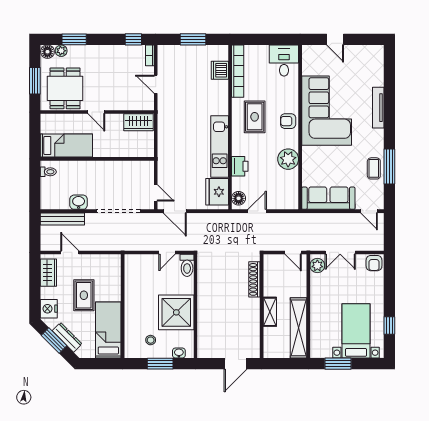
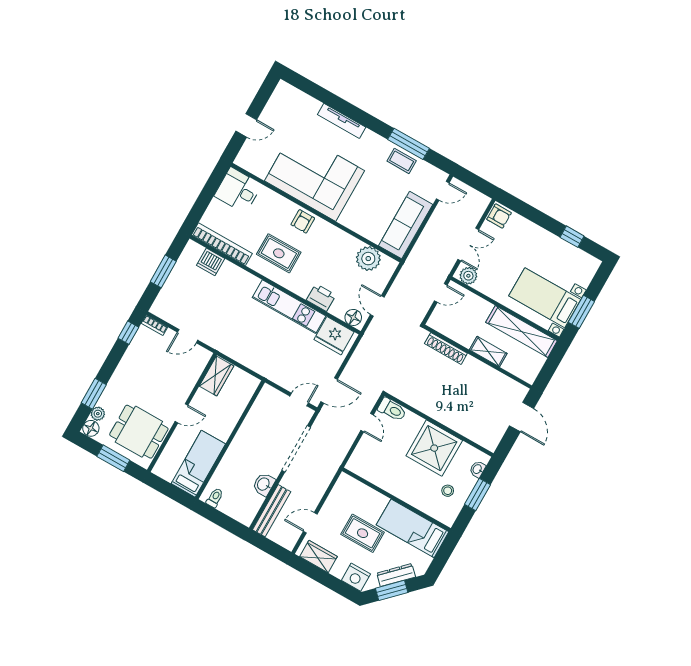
plant: (288, 159) -> (368, 259), moved
bed with nightstands: (356, 331) -> (545, 298), moved

